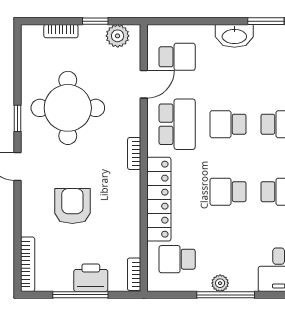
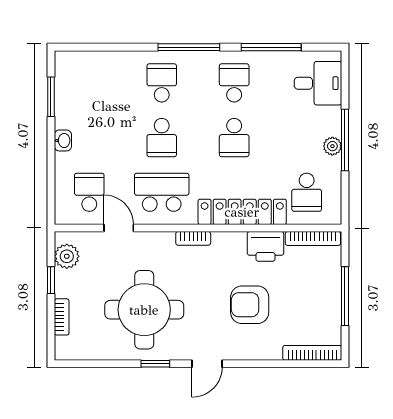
washbasin: (234, 36) -> (63, 140), width x0.52, depth x0.69
bookcase: (134, 274) -> (313, 238), width x1.56
printer: (91, 278) -> (265, 246), moved, turned -90

